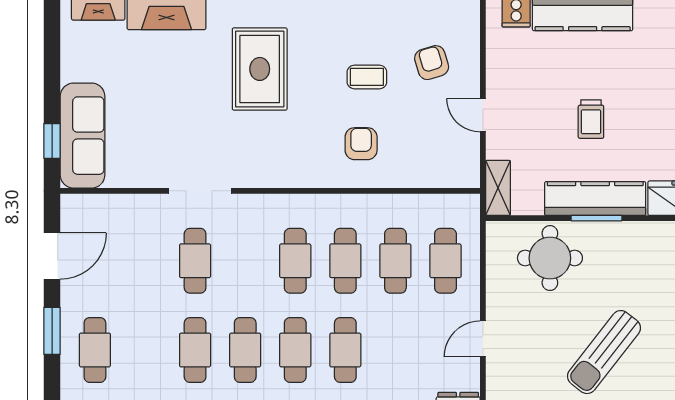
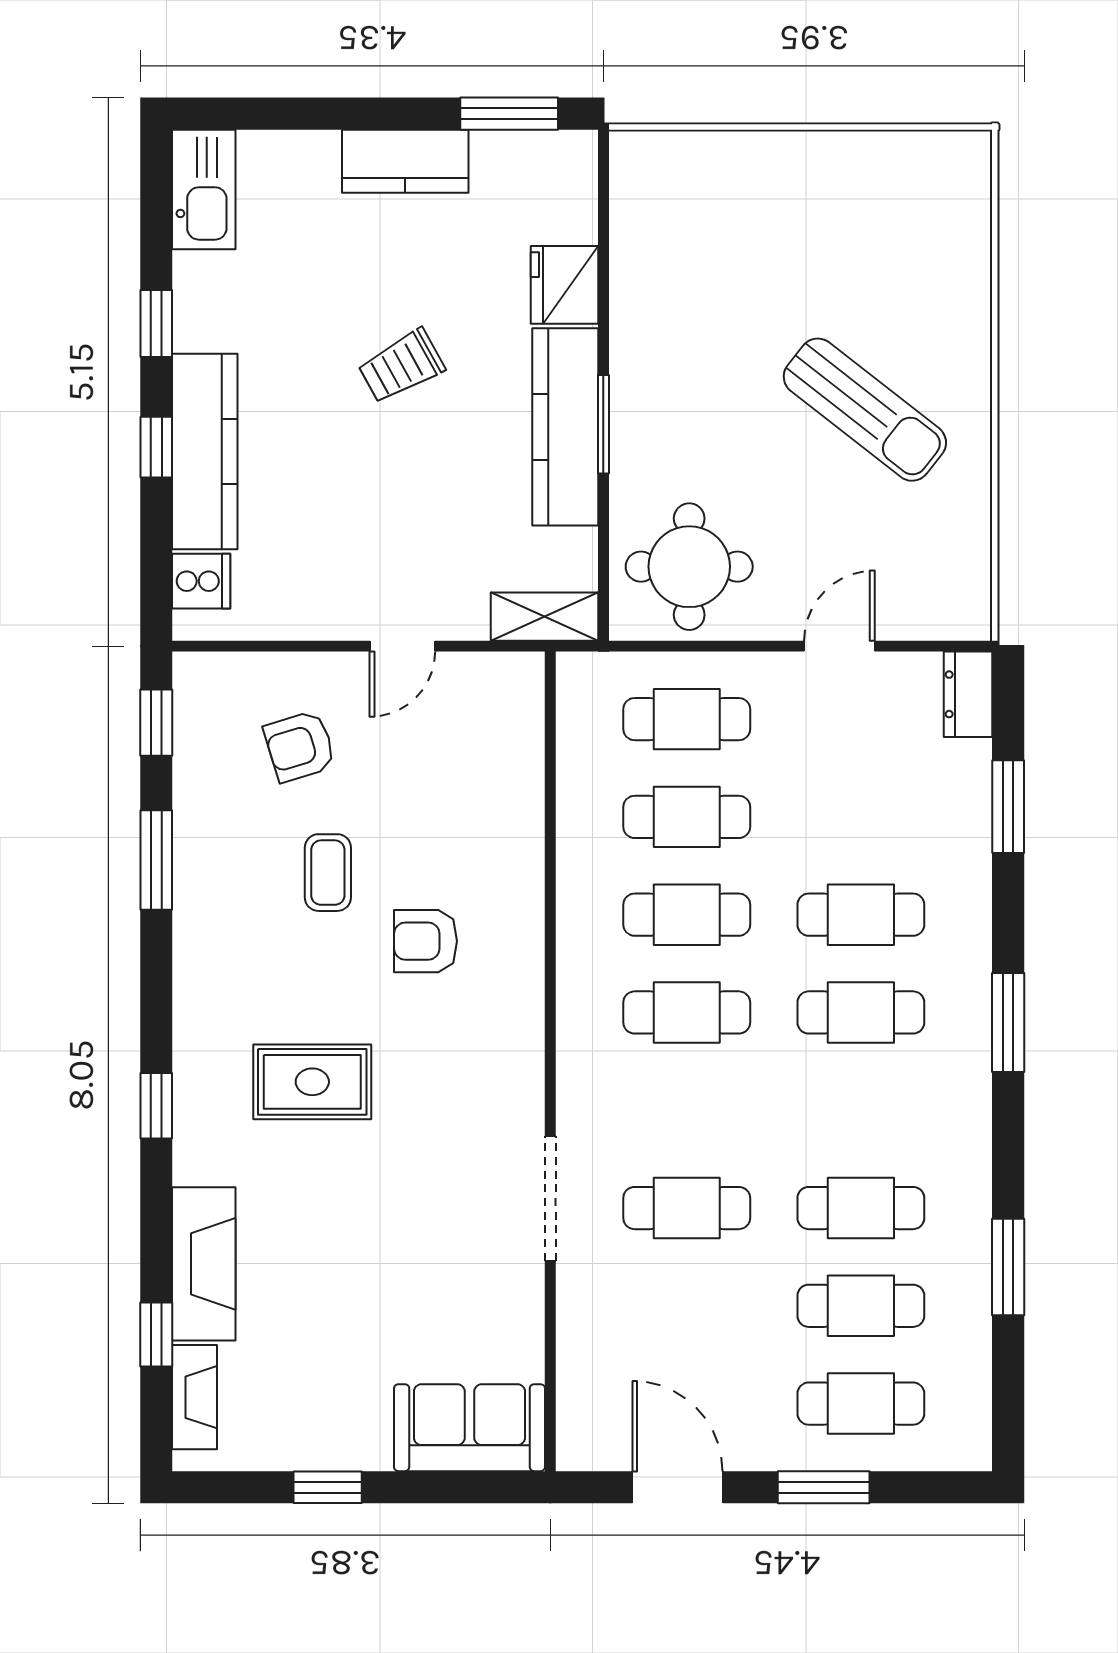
rug: (260, 69) -> (312, 1082), width x0.73, depth x0.70
trolley: (591, 119) -> (401, 366), moved, turned 151
sofa: (83, 136) -> (469, 1428), width x0.73
window: (52, 141) -> (328, 1487), moved
armchair: (361, 144) -> (426, 941), moved
round table: (550, 258) -> (689, 567), moved
door: (483, 339) -> (839, 646), swing flipped
cafe table: (245, 350) -> (861, 1306), moved

